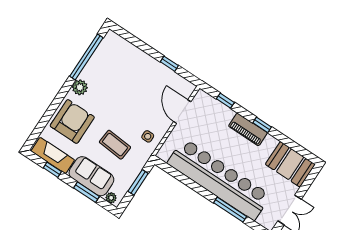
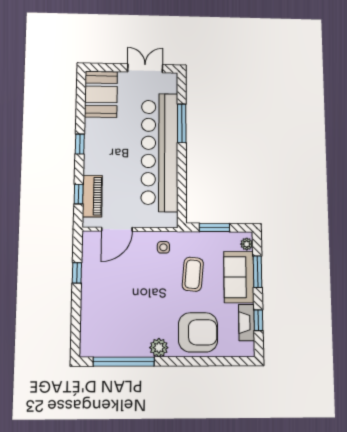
armchair: (72, 121) -> (198, 332), turned 180
piano: (248, 129) -> (92, 196), moved
fireplace: (53, 155) -> (247, 323), width x0.73, depth x0.76

